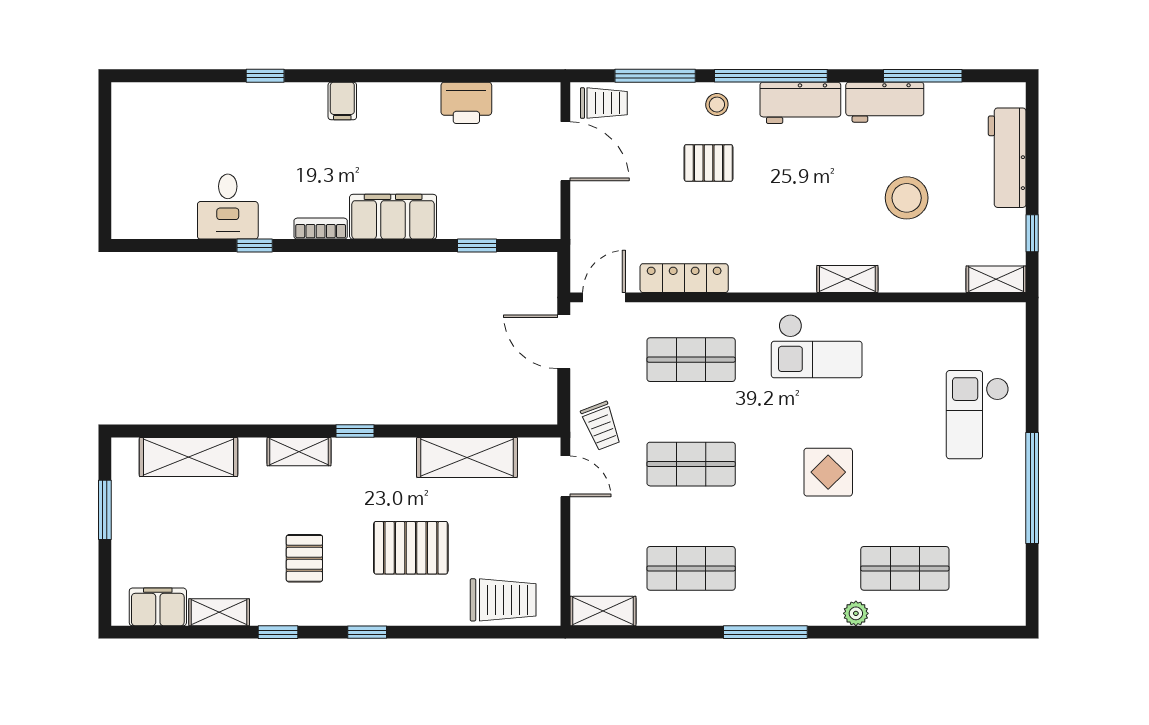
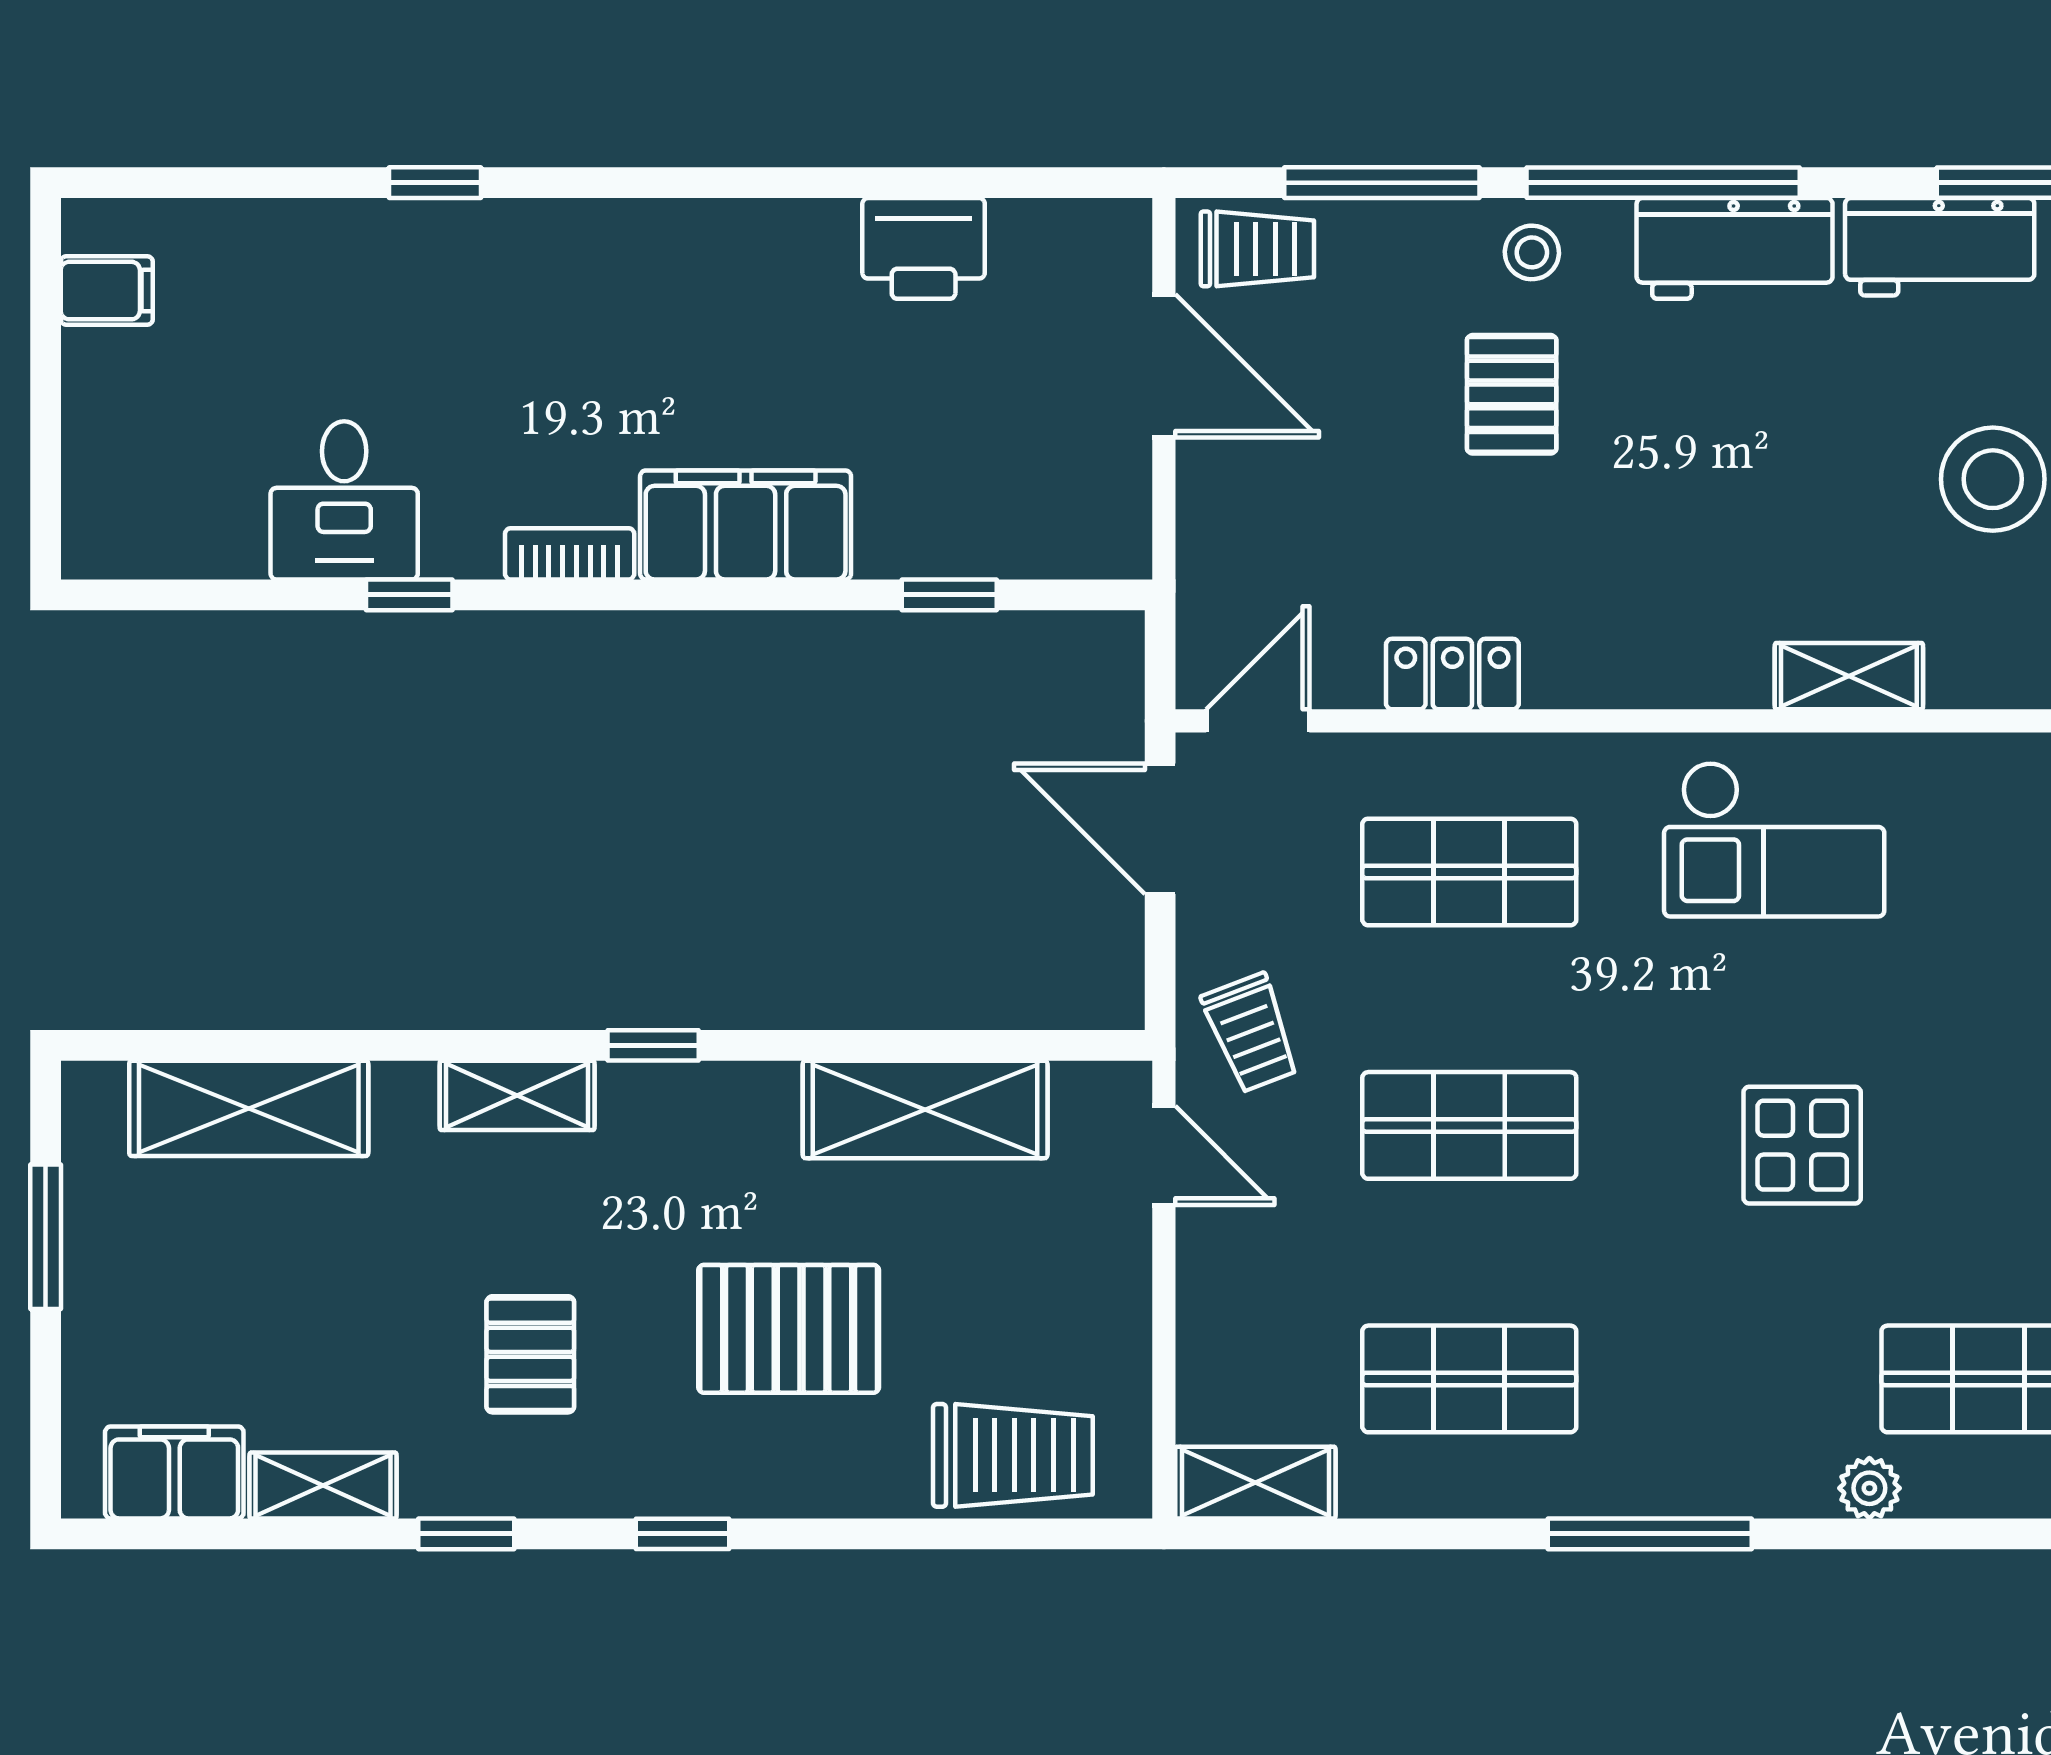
filing cabinet: (342, 101) -> (107, 291), moved, turned -90
pallet: (709, 163) -> (1512, 394), turned 90
locker: (684, 278) -> (1452, 674), width x0.66

